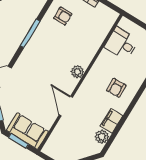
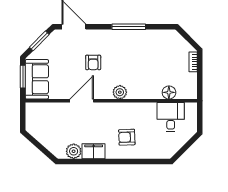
armchair: (63, 16) -> (93, 62), moved
floor lamp: (101, 33) -> (169, 92), added

